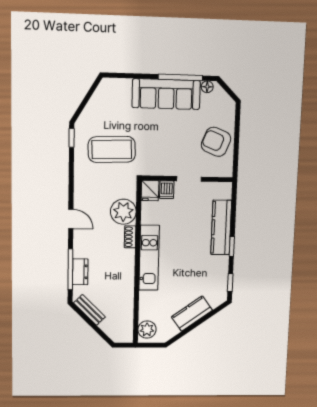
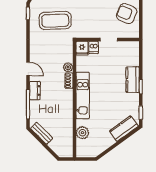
plant: (123, 212) -> (68, 67), width x0.53, depth x0.53
kitchen counter: (221, 227) -> (133, 80), width x0.67
dresser: (80, 272) -> (35, 90), moved
kitchen counter: (192, 314) -> (124, 129), moved
plant: (147, 330) -> (82, 133), moved

